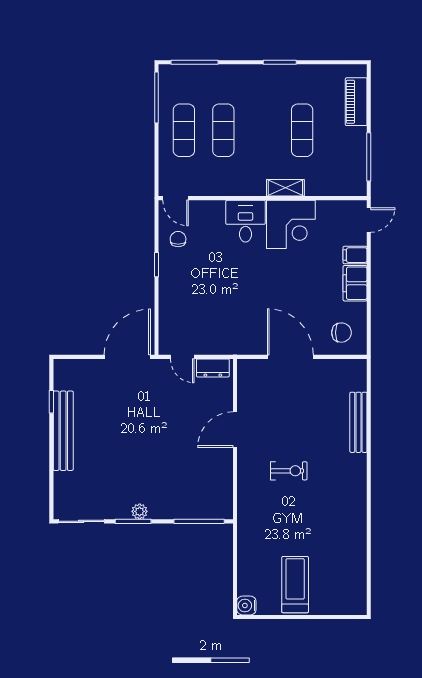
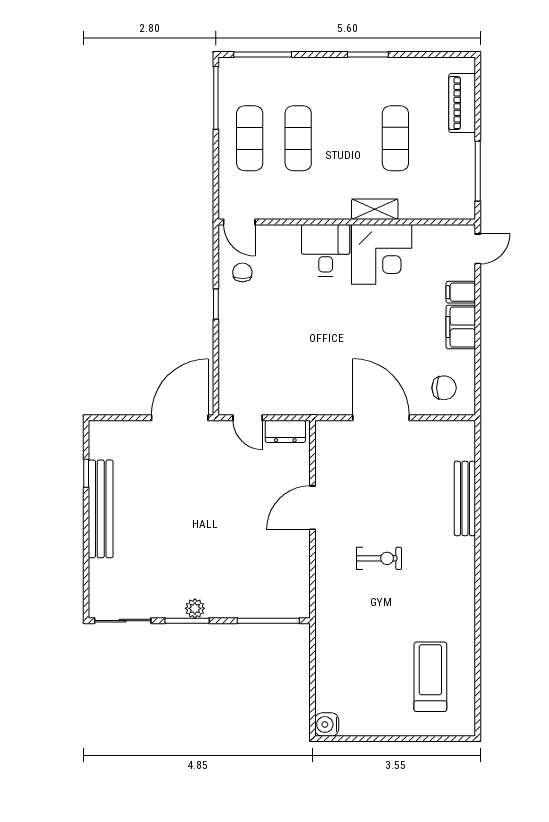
treadmill: (295, 585) -> (430, 677), moved

